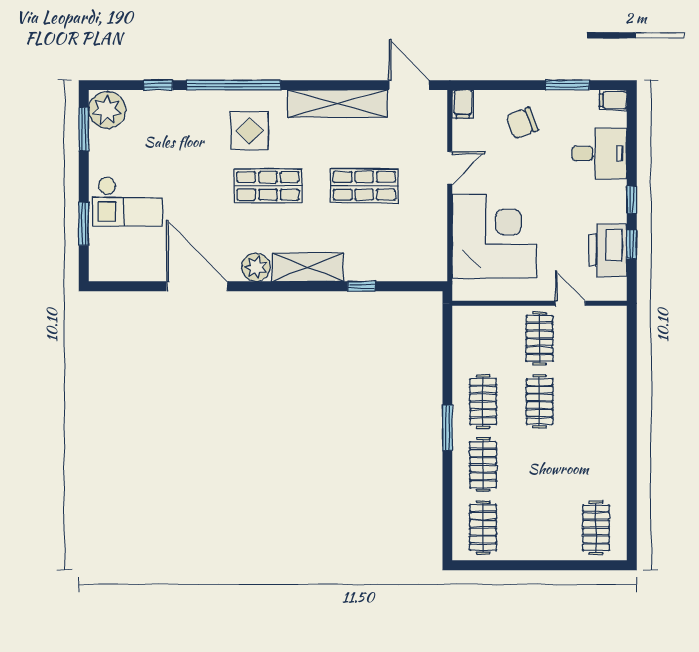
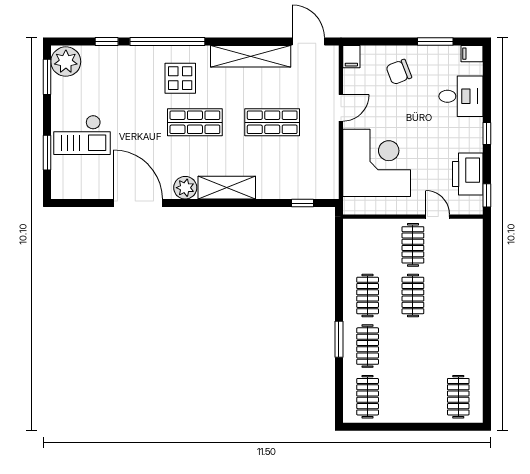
window: (632, 244) -> (487, 195), moved
window: (361, 286) -> (303, 203), moved
window: (447, 428) -> (339, 339), moved

